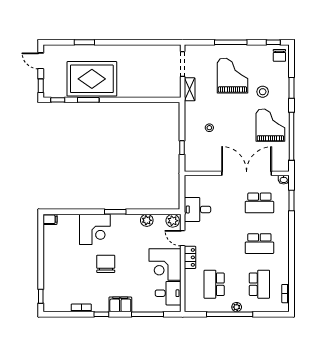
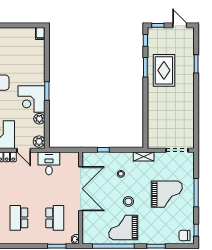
door: (41, 61) -> (180, 25), hinge flipped
rug: (92, 79) -> (164, 70), width x0.73, depth x0.69
shelving: (190, 89) -> (144, 156), moved
stool: (263, 92) -> (128, 201), moved
grand piano: (270, 125) -> (123, 228), turned 180
double door: (247, 173) -> (81, 189), moved
school desk: (259, 203) -> (55, 218), turned 180
corner desk: (95, 229) -> (31, 99), moved
door: (183, 238) -> (24, 150), swing flipped

